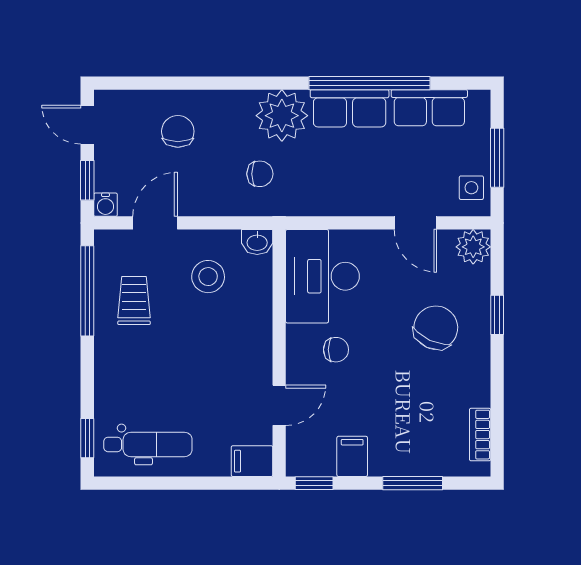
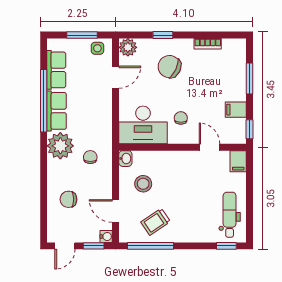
trolley: (134, 300) -> (155, 222), turned -34
bookcase: (480, 435) -> (208, 44), moved

